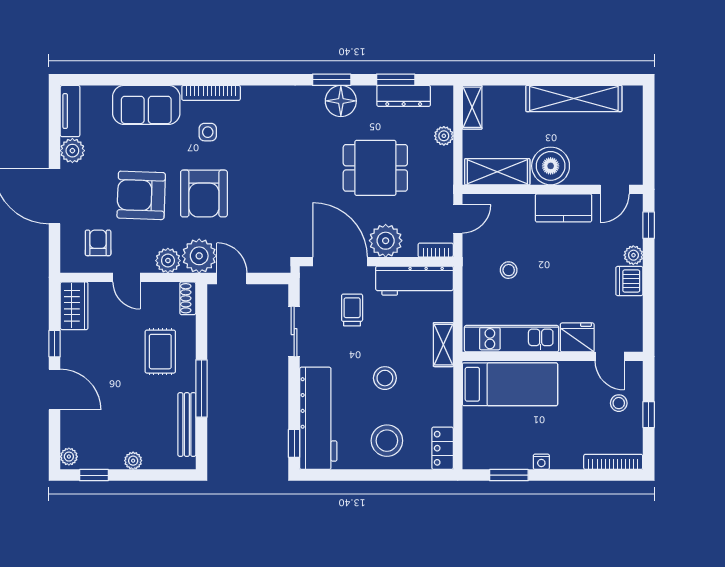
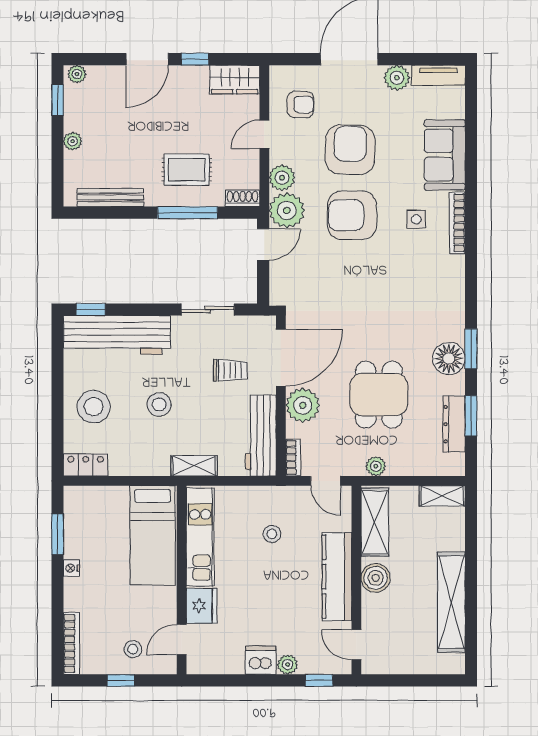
plant: (444, 136) -> (376, 466), moved
boiler: (551, 166) -> (376, 578), width x0.73, depth x0.73
kitchen counter: (564, 208) -> (337, 577), width x1.50
window: (201, 388) -> (188, 213), moved

